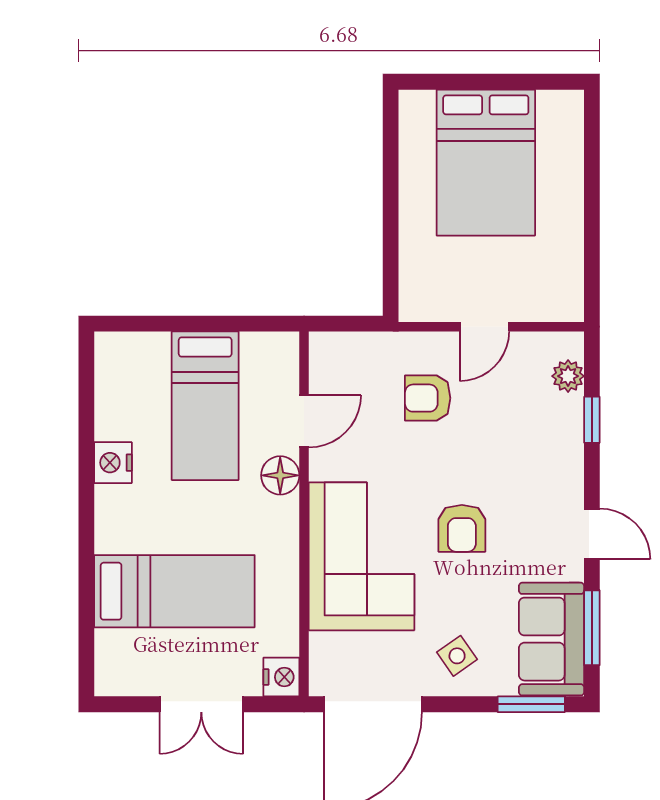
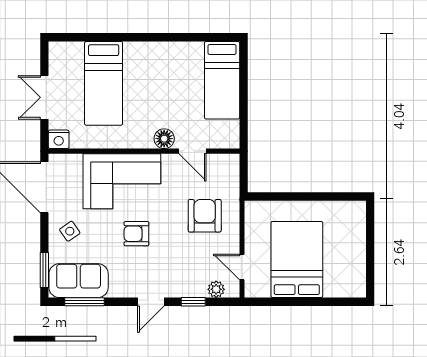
bed: (486, 163) -> (297, 259), moved, turned 90
door: (484, 327) -> (242, 267), moved
armchair: (428, 398) -> (205, 216), width x1.38, depth x1.38
bed: (205, 406) -> (222, 80), moved, turned -90
nightstand: (113, 463) -> (171, 51), removed
door: (592, 534) -> (151, 302), moved

